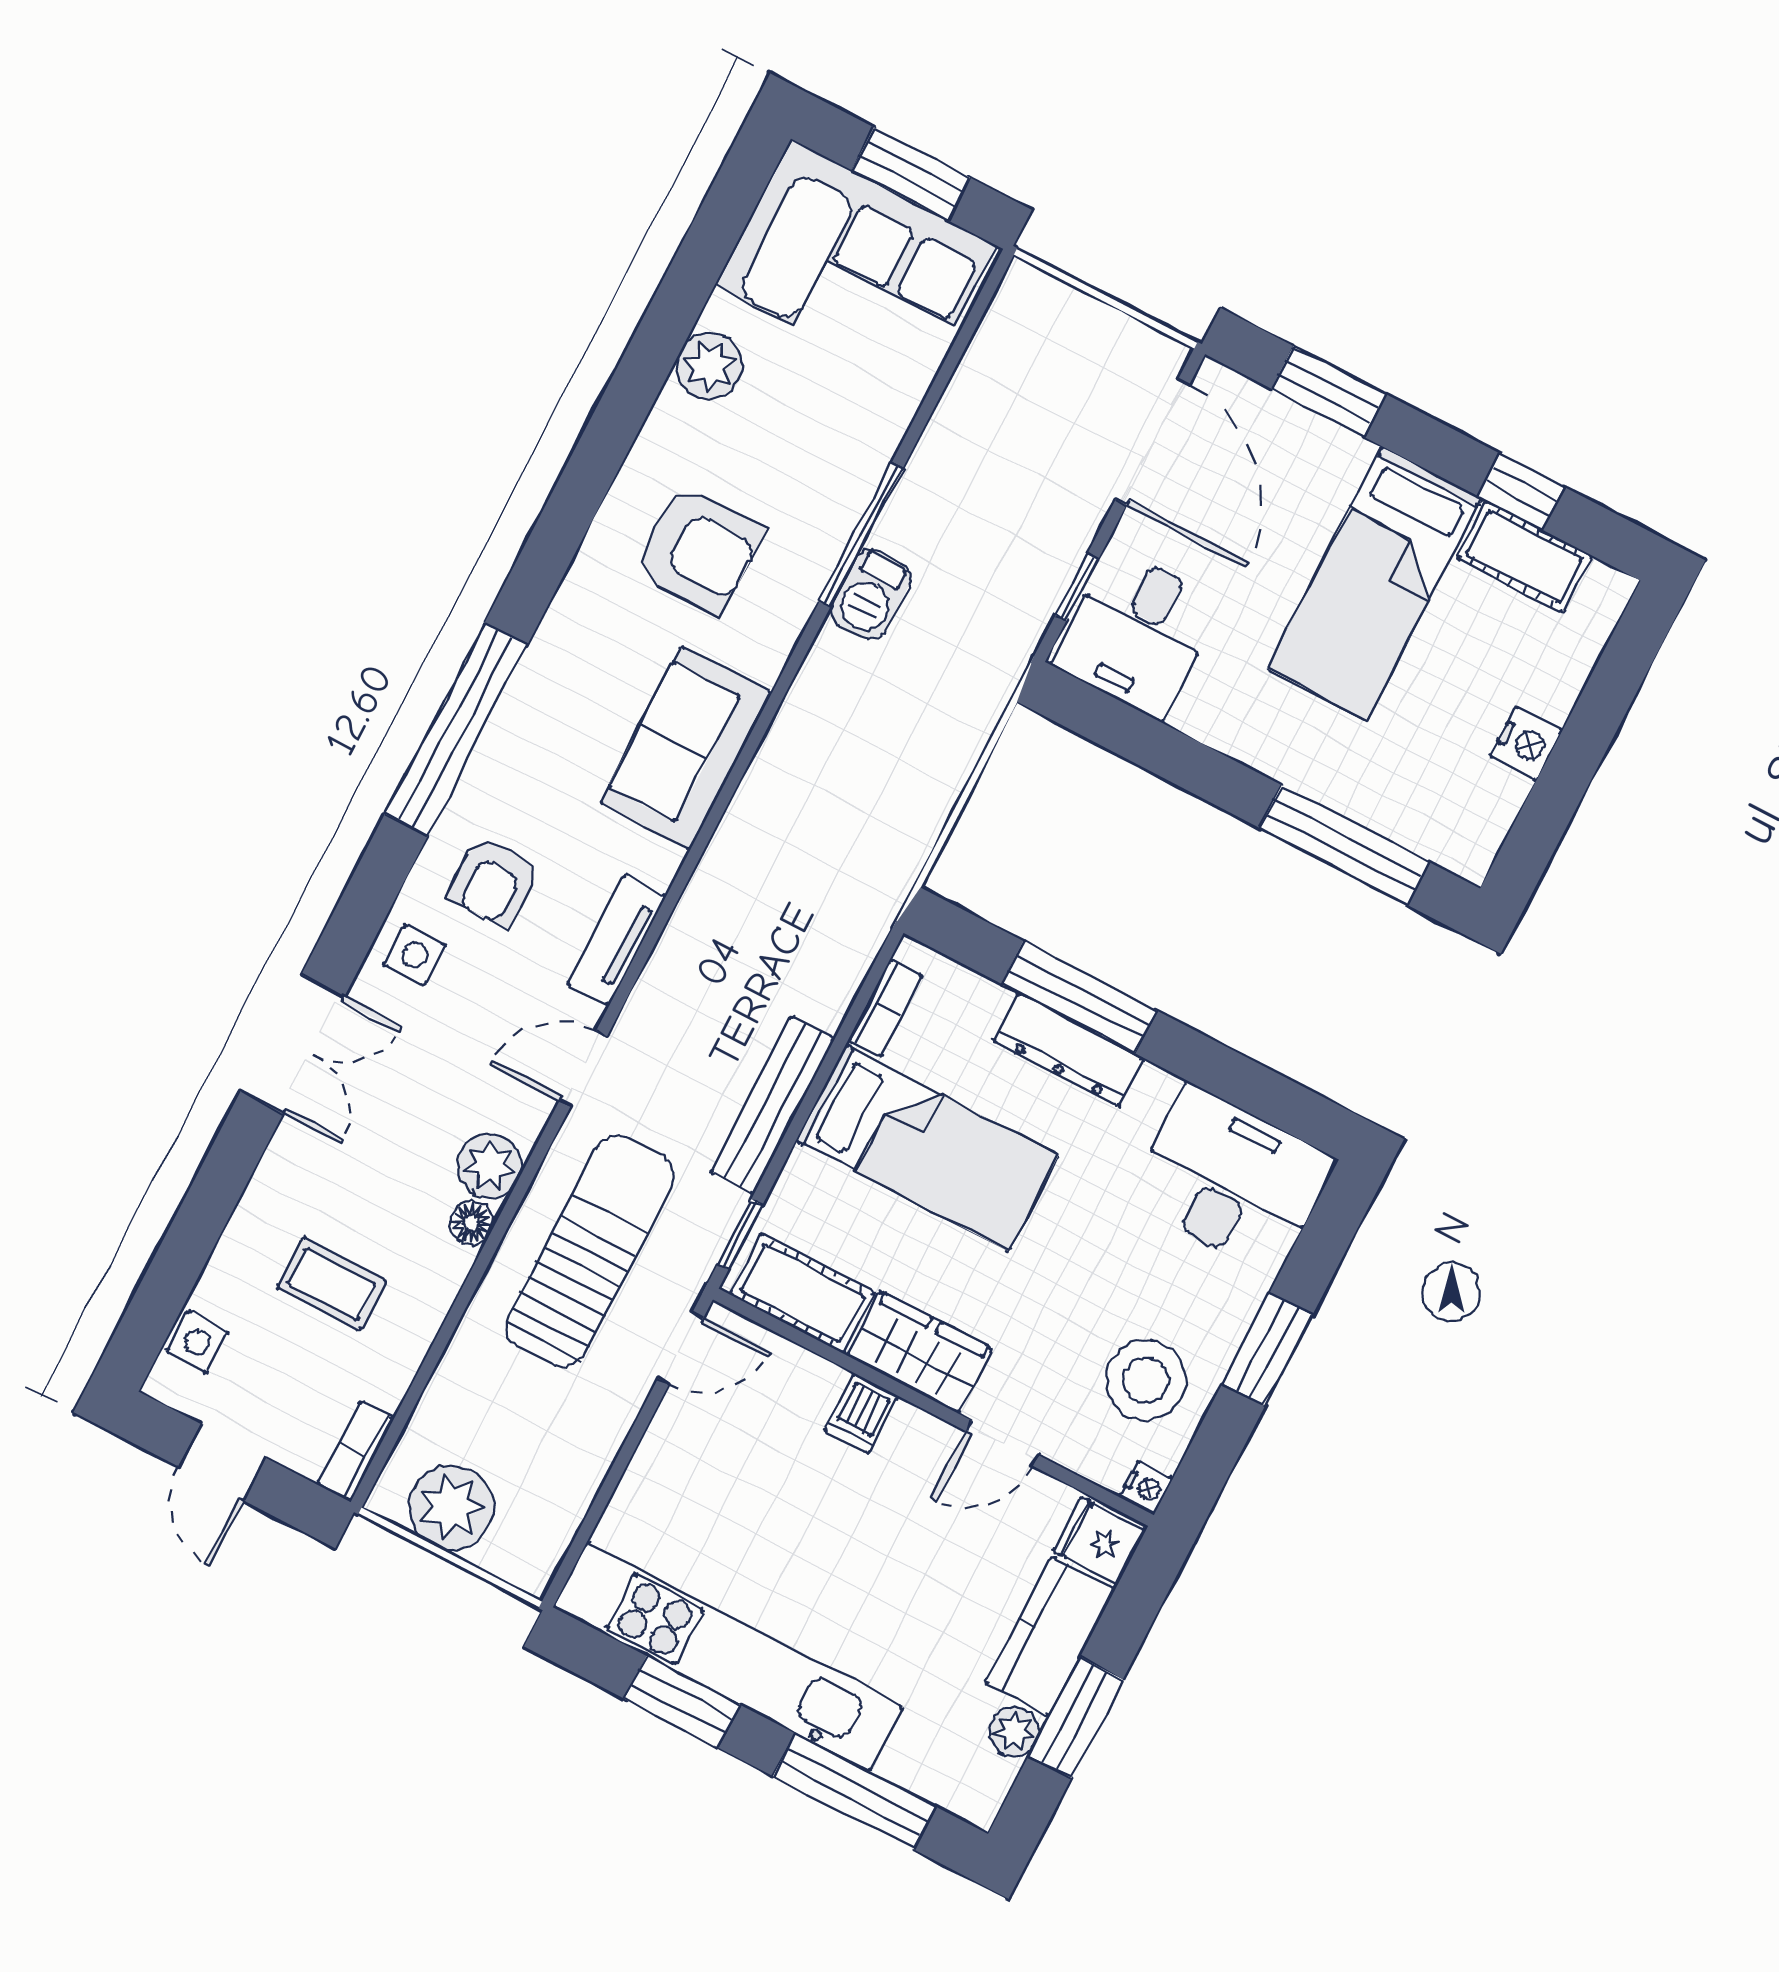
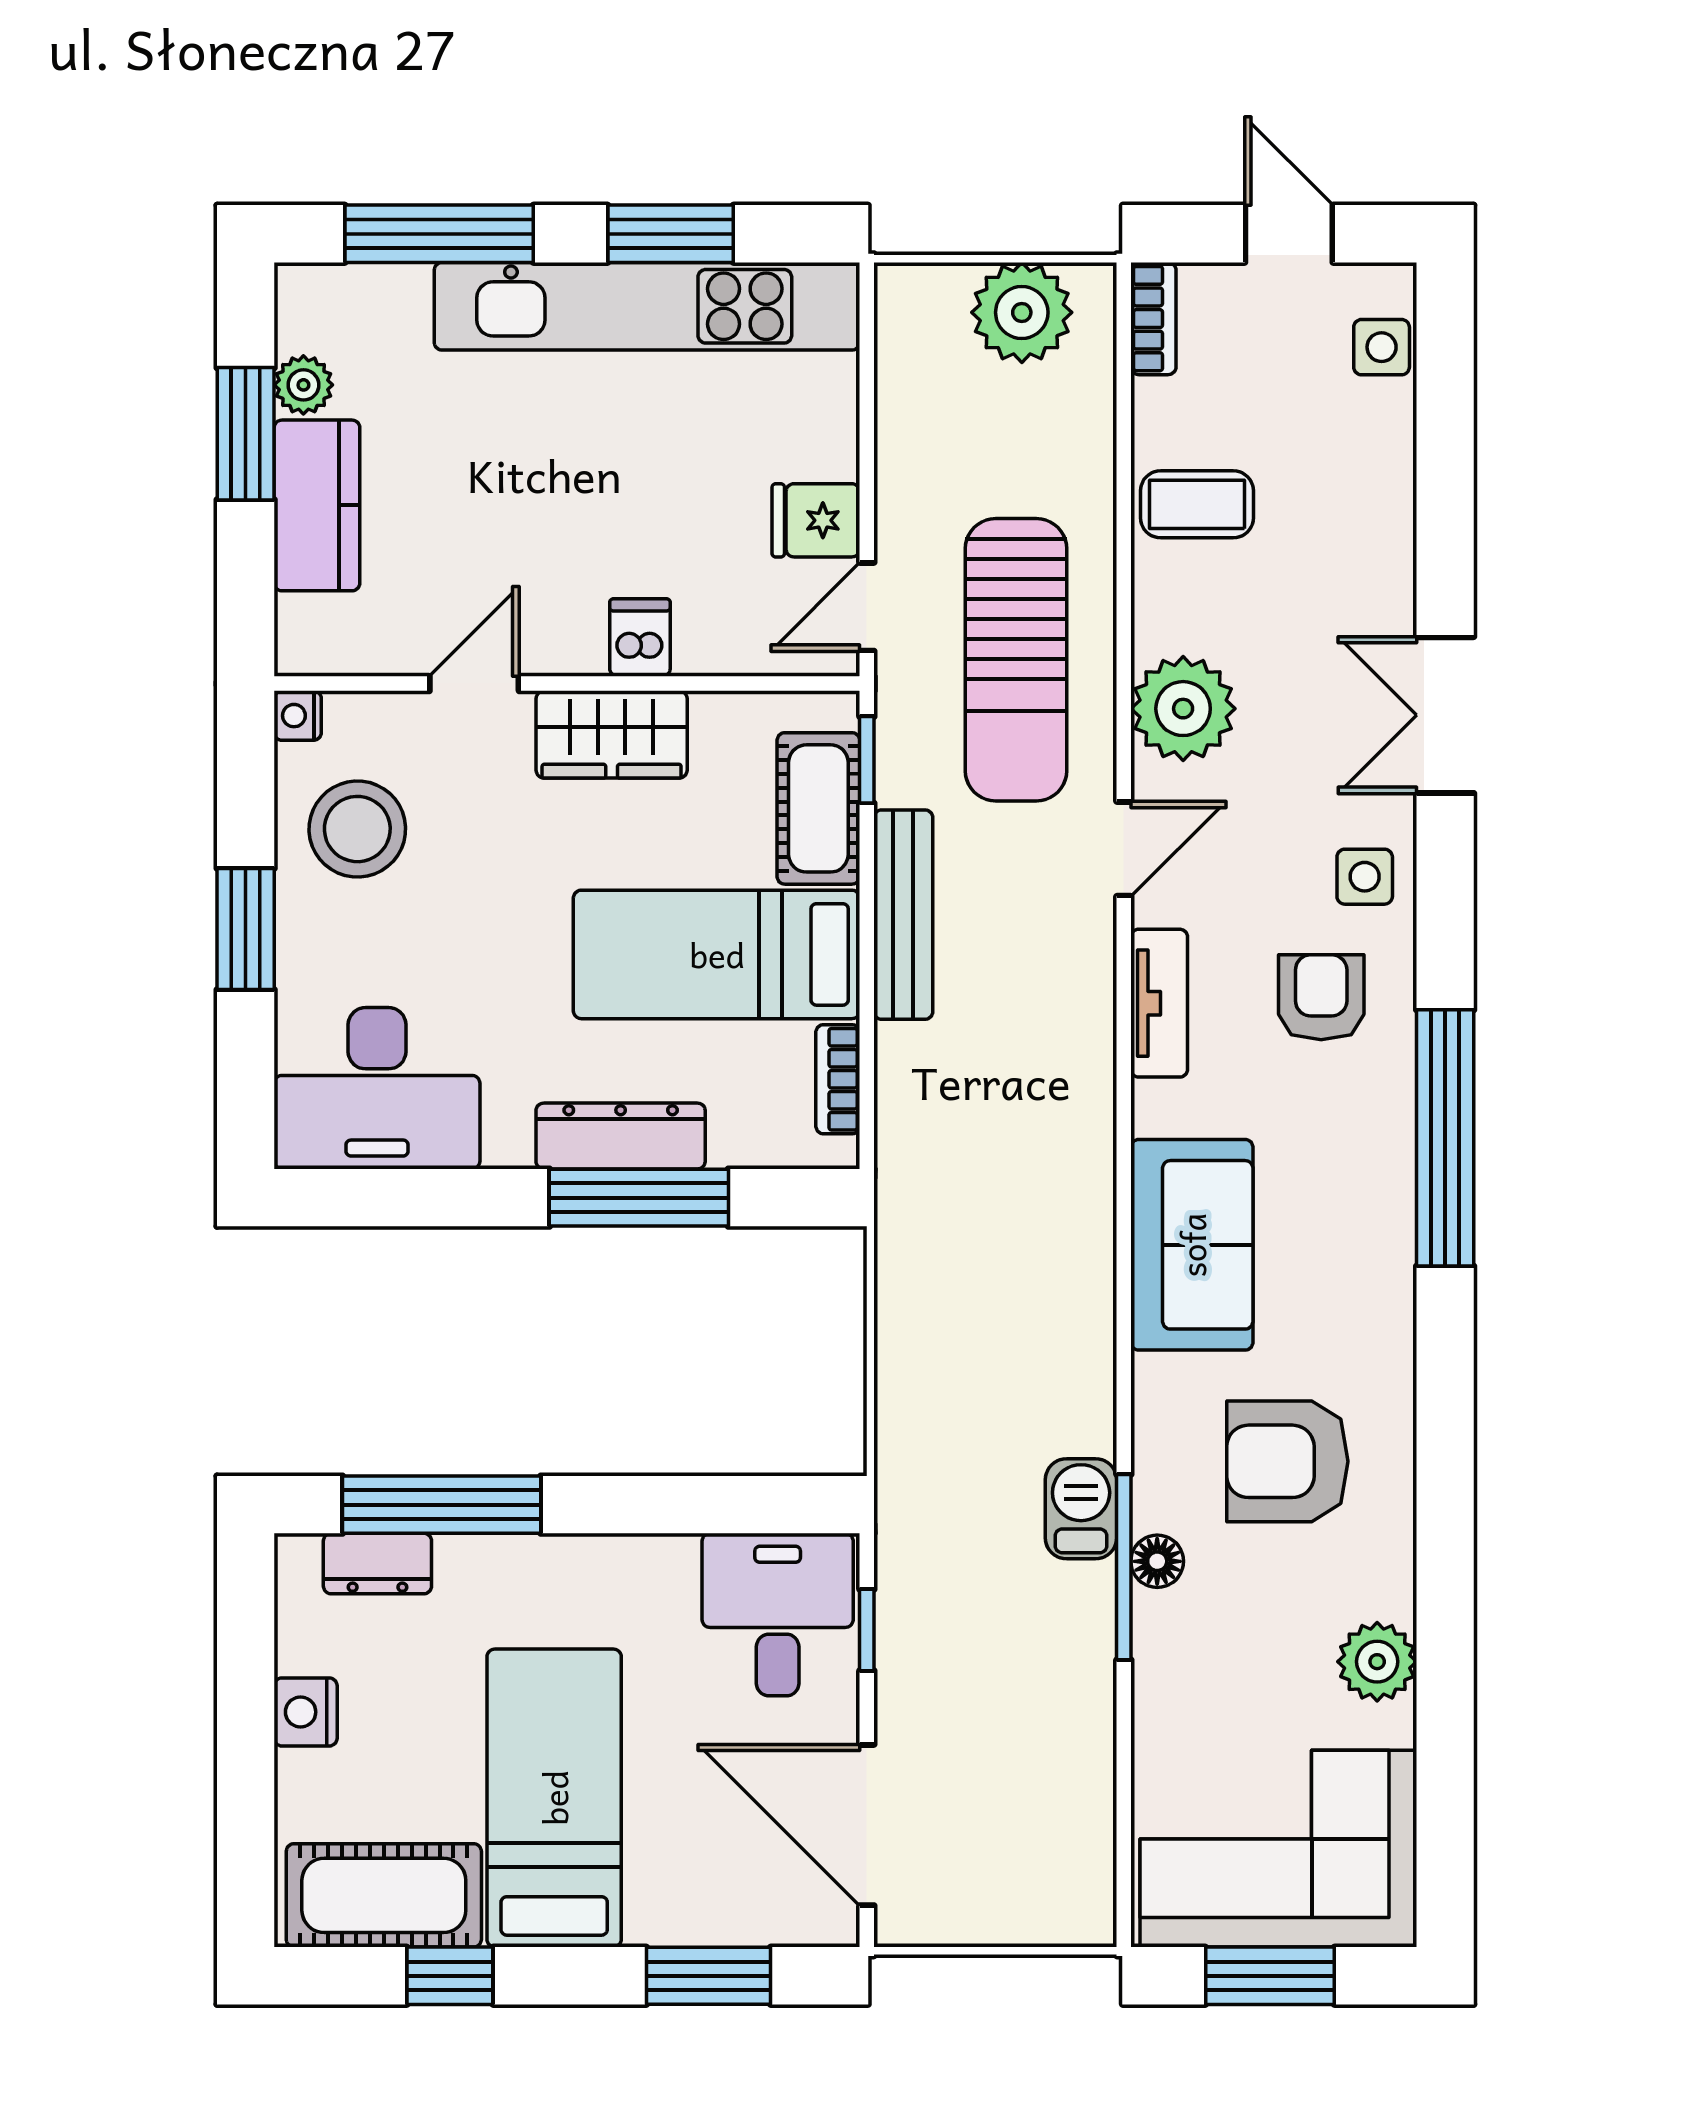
cot: (1524, 557) -> (384, 1895), width x1.37, depth x1.34
dresser: (1415, 826) -> (377, 1564), added
plant: (490, 1166) -> (1183, 709), width x1.36, depth x1.36
floor lamp: (471, 1223) -> (1157, 1561), moved
coffee table: (332, 1284) -> (1197, 504), moved
cot: (802, 1293) -> (818, 808), moved, turned 90
fridge: (1099, 1541) -> (816, 520), moved, turned 180

